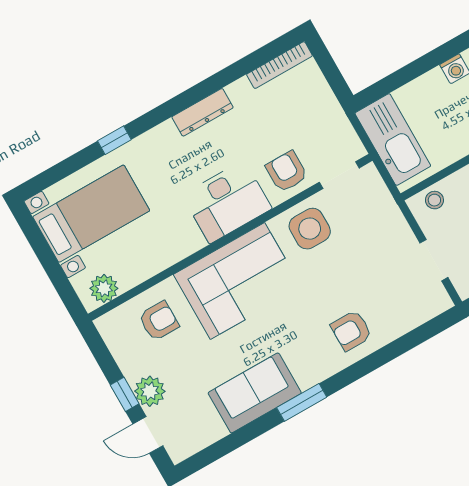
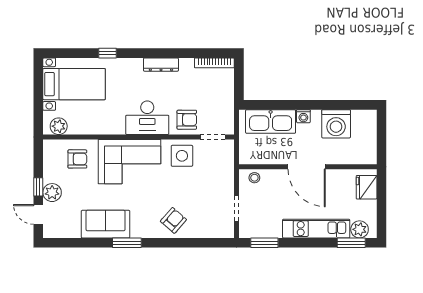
kitchen sink: (393, 140) -> (271, 121), moved, turned 90
armchair: (287, 171) -> (187, 120), turned 90
armchair: (351, 331) -> (173, 220), turned 131

